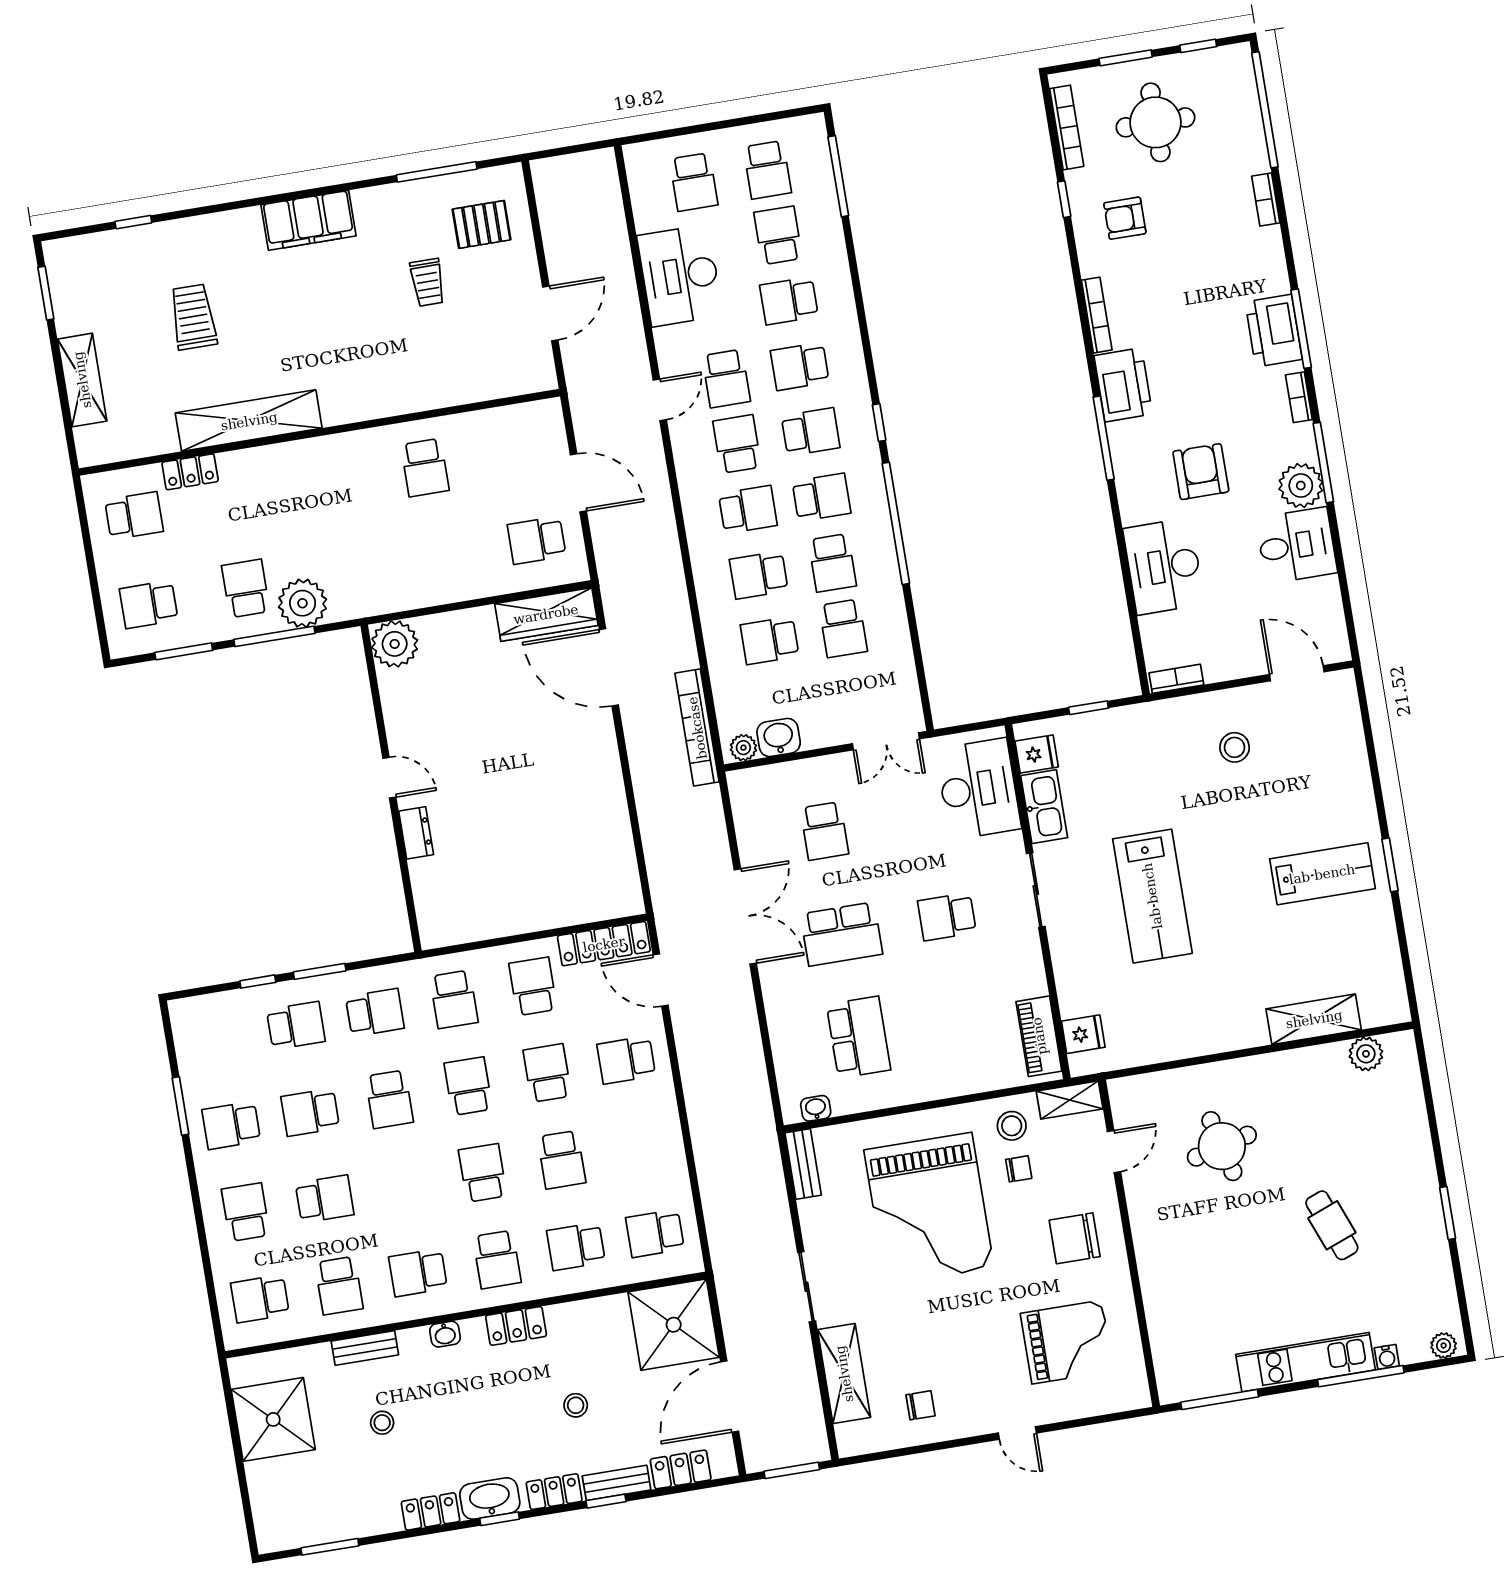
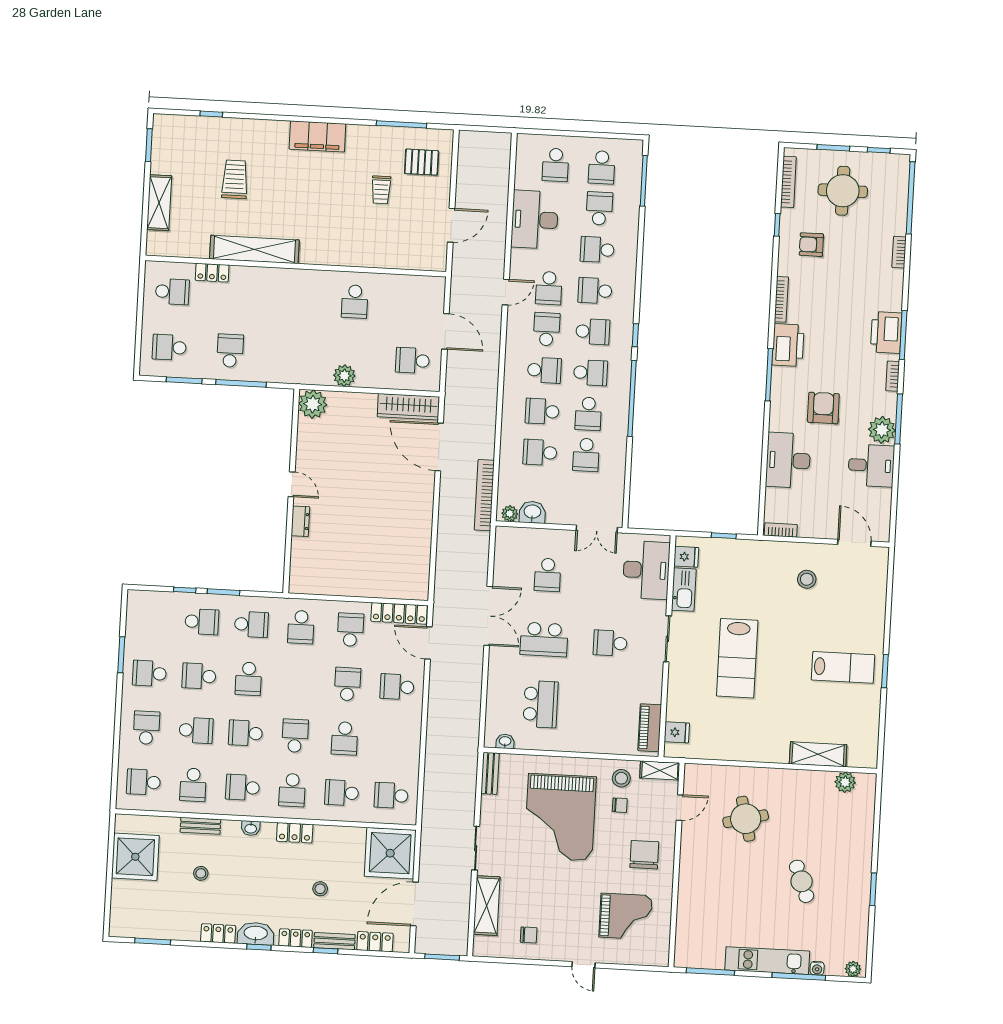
plant: (303, 603) -> (344, 376), moved, width x0.73, depth x0.73
school desk: (468, 1086) -> (246, 733), moved, turned -90
chair: (1075, 1238) -> (644, 855), turned 90

